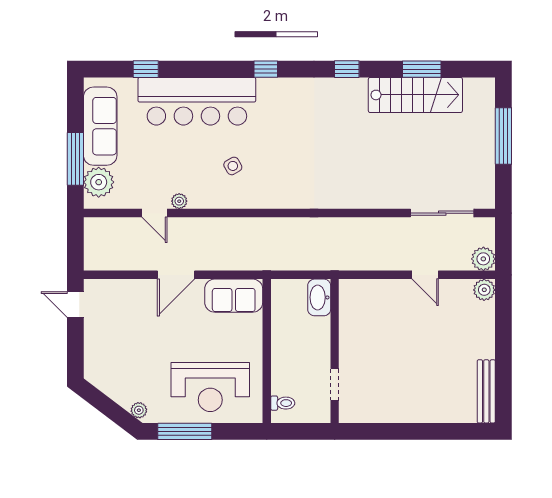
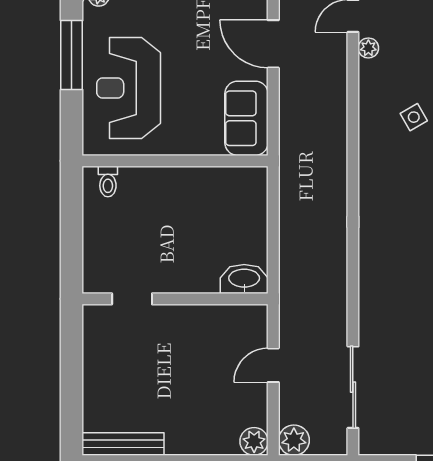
washbasin: (319, 297) -> (244, 279), moved
wall: (335, 351) -> (175, 299), moved
doorway: (335, 384) -> (132, 299), moved

